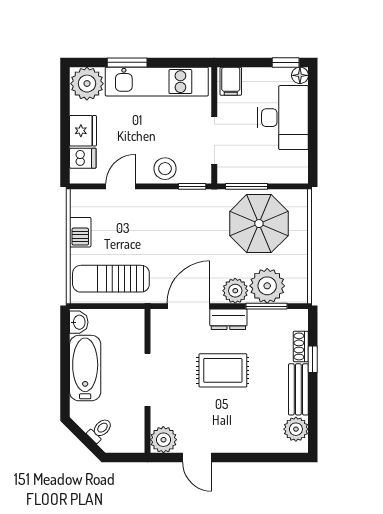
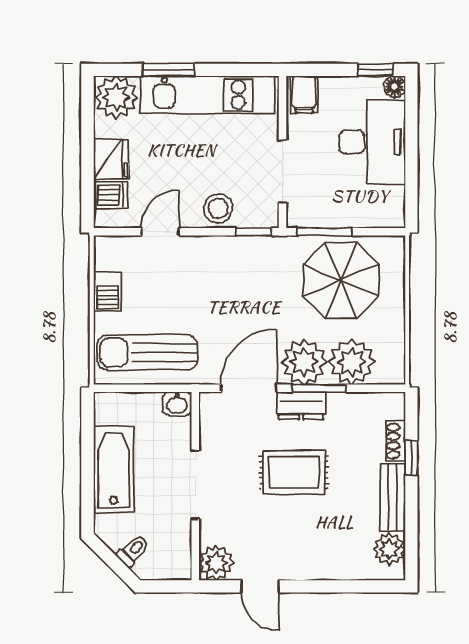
plant: (235, 291) -> (304, 362), width x1.36, depth x1.36
window: (267, 306) -> (319, 388), moved
washbasin: (79, 322) -> (177, 404), moved, turned 90

